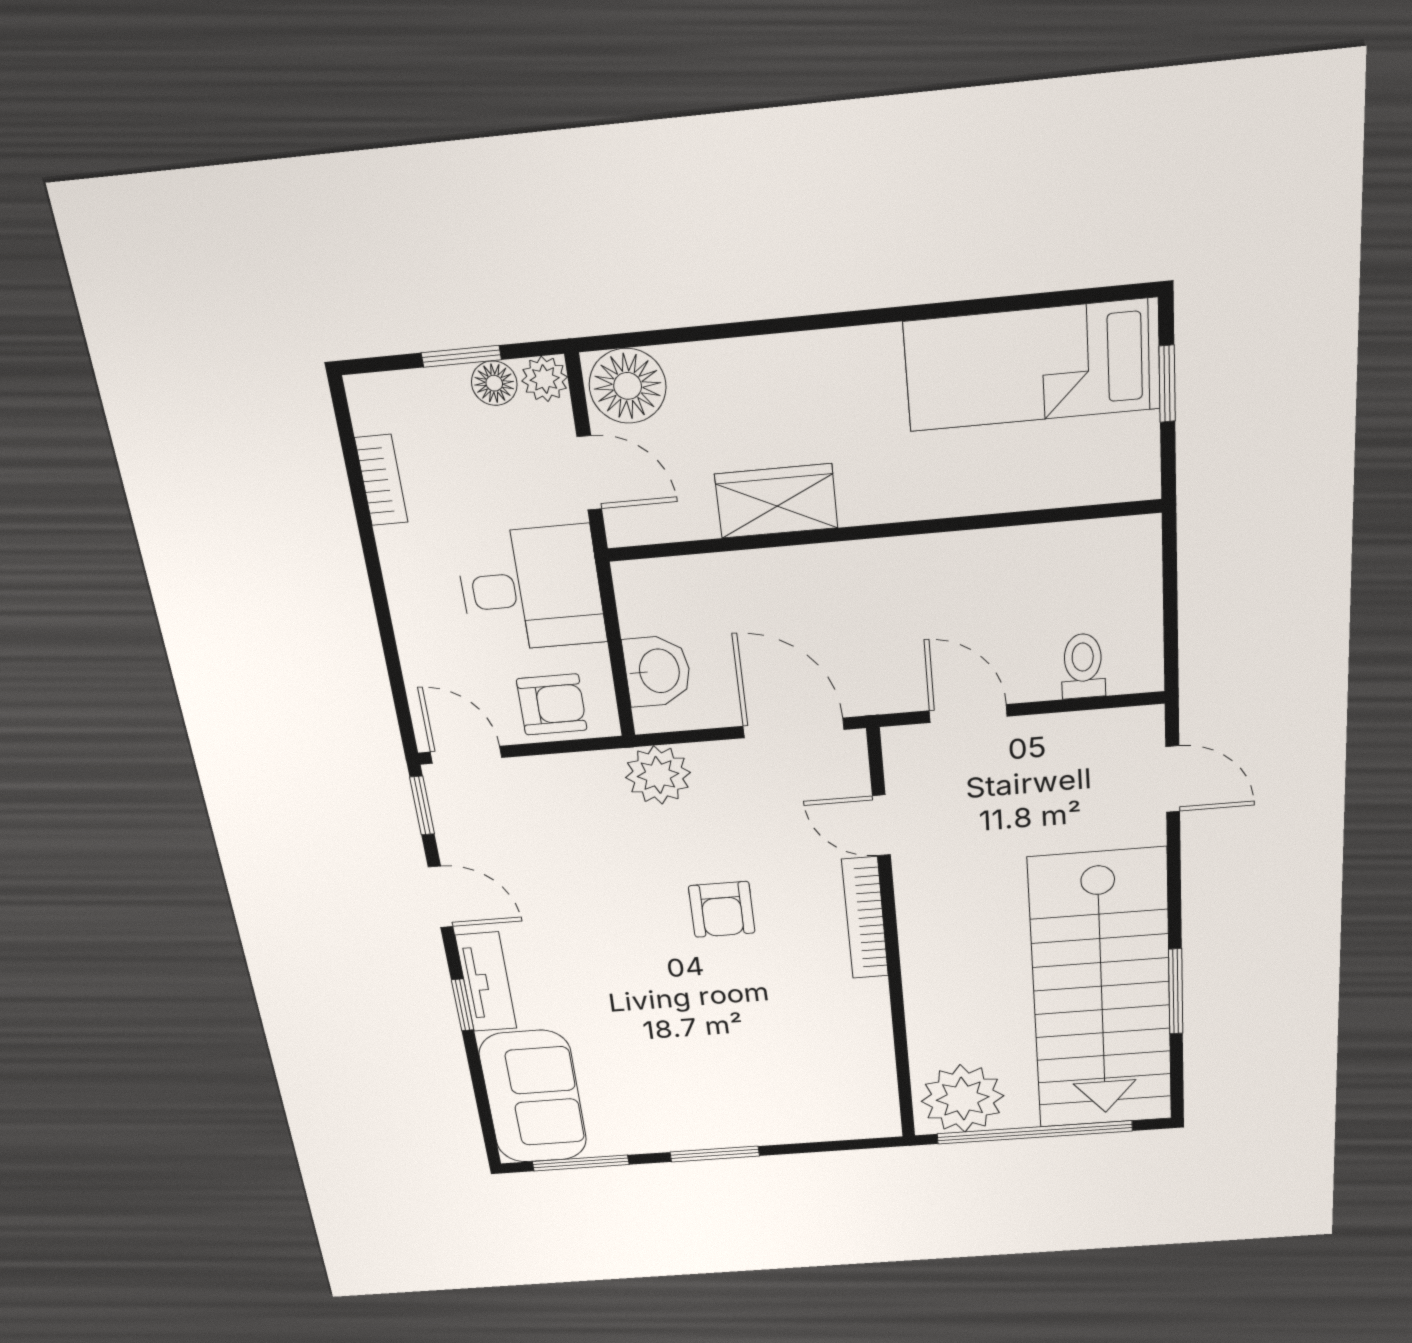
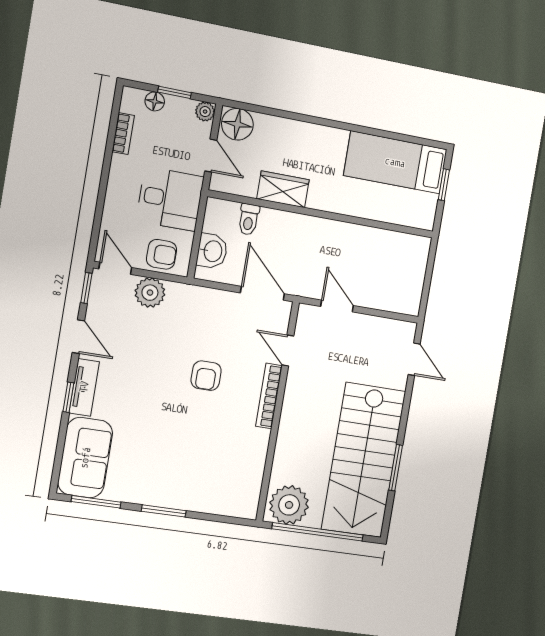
floor lamp: (494, 383) -> (155, 101), moved
toilet: (1083, 666) -> (249, 219), moved, turned 180
plant: (658, 775) -> (150, 293), moved

